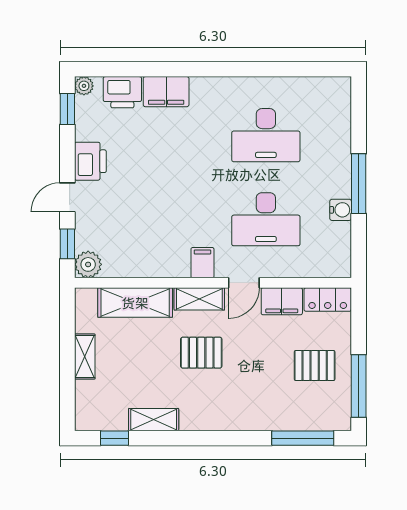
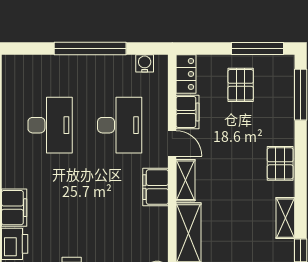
window: (359, 184) -> (90, 48), width x1.46
water cooler: (341, 210) -> (145, 63), moved
filing cabinet: (202, 263) -> (156, 187), width x2.00
pallet: (201, 353) -> (280, 163), moved

